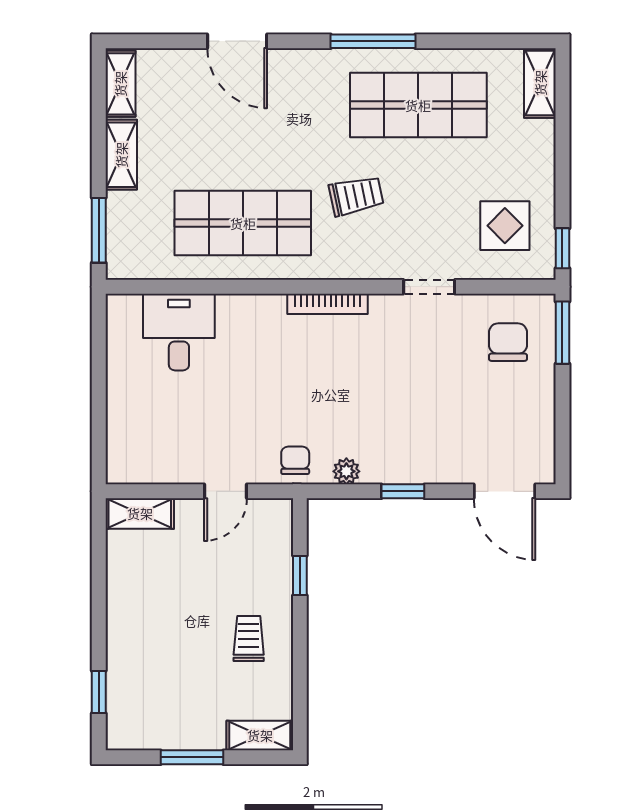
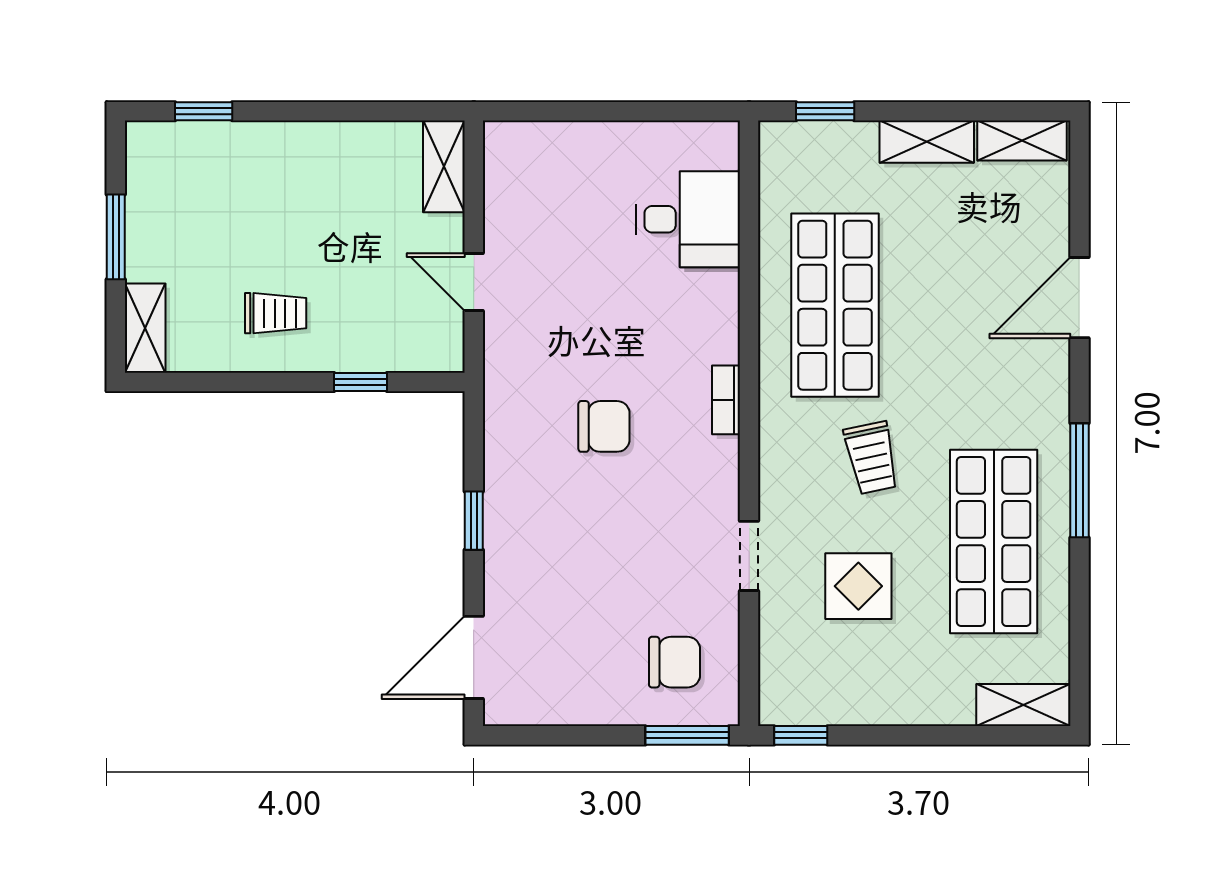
display table: (505, 226) -> (858, 586), moved
window: (99, 230) -> (825, 111), width x0.67
bookcase: (328, 304) -> (726, 400), width x0.64
chair: (295, 460) -> (604, 426), moved, width x1.37, depth x1.37
plant: (346, 471) -> (501, 445), removed

